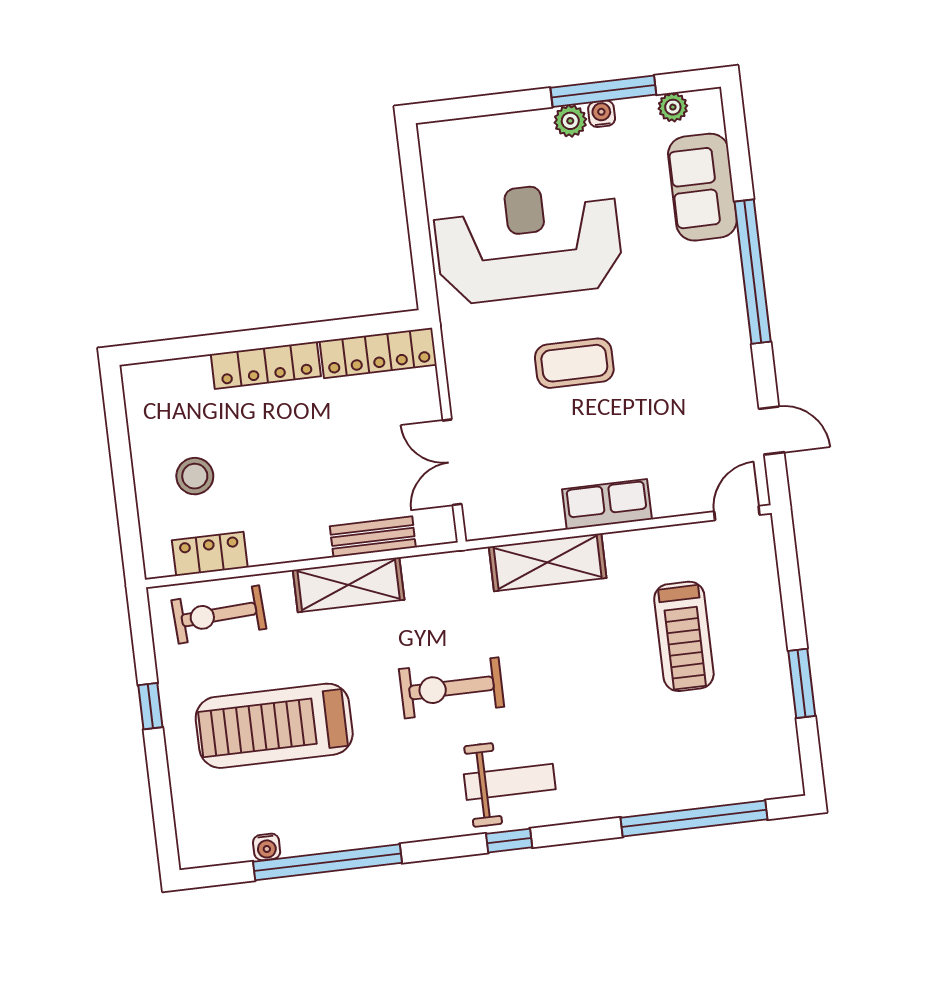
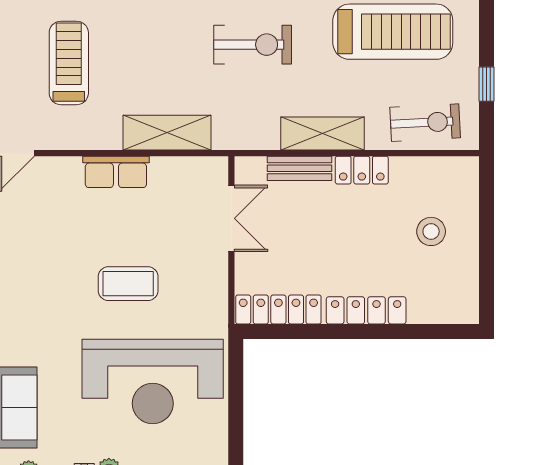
locker: (210, 554) -> (362, 170), moved
window: (150, 706) -> (486, 84), moved

